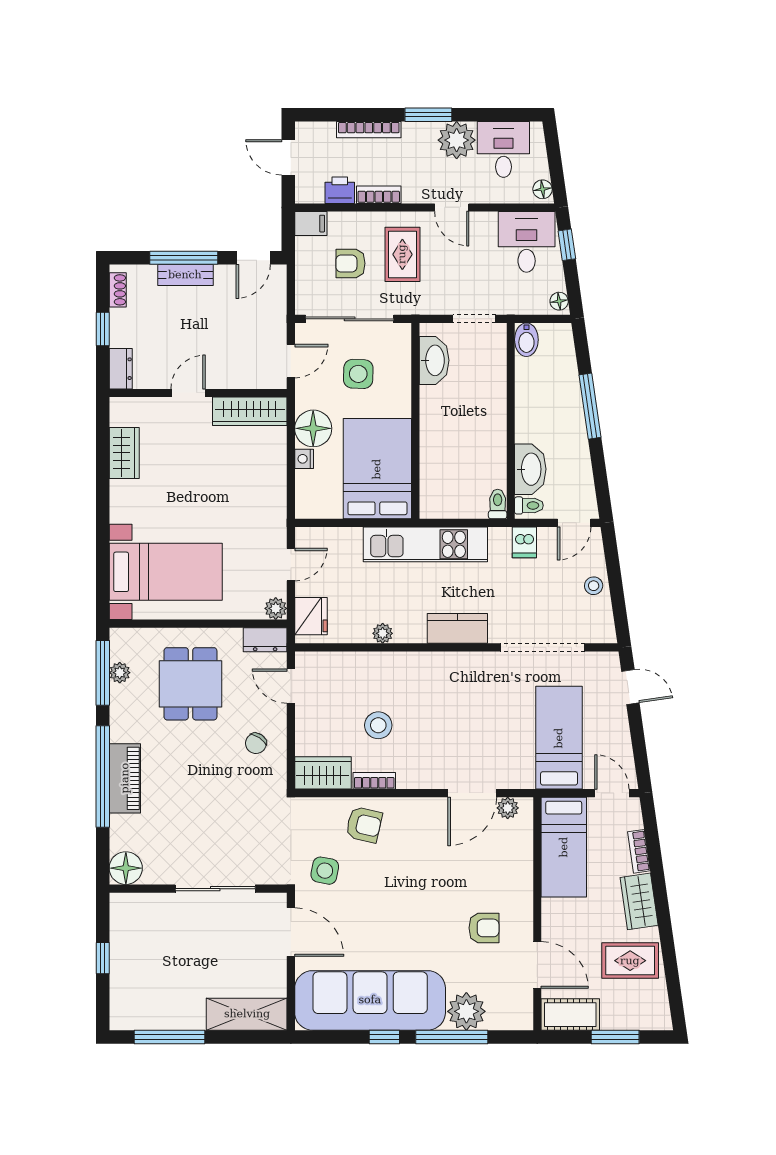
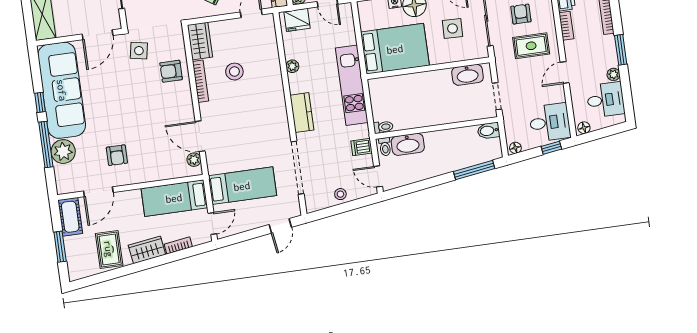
plant: (457, 140) -> (613, 74), width x0.53, depth x0.53
window: (590, 406) -> (474, 170), moved
bookcase: (374, 781) -> (200, 81), width x1.56
armchair: (364, 825) -> (171, 71), turned 77

